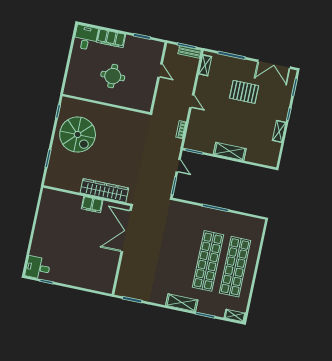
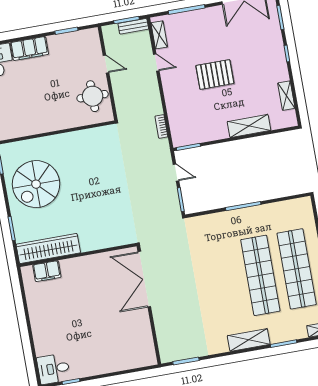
round table: (113, 76) -> (93, 96), moved
pallet: (244, 92) -> (215, 74), moved
door: (192, 101) -> (156, 62), moved
shelving: (279, 131) -> (286, 96), moved
spiral stairs: (78, 134) -> (36, 184), turned 90
shelving: (230, 151) -> (249, 126), moved
wardrobe: (104, 190) -> (48, 249), moved
filing cabinet: (92, 205) -> (47, 271), moved

